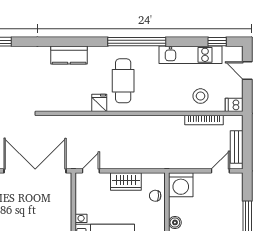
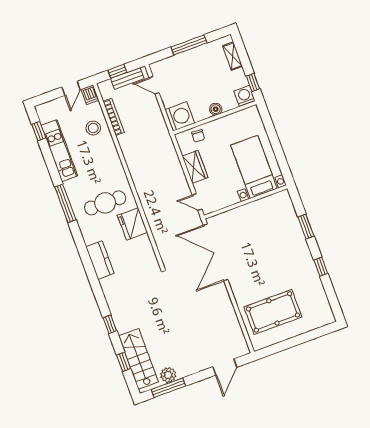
window: (137, 42) -> (65, 203), width x0.68
door: (247, 71) -> (71, 88), moved
fridge: (99, 103) -> (132, 224), width x1.88, depth x1.34
window: (247, 140) -> (117, 71), added

